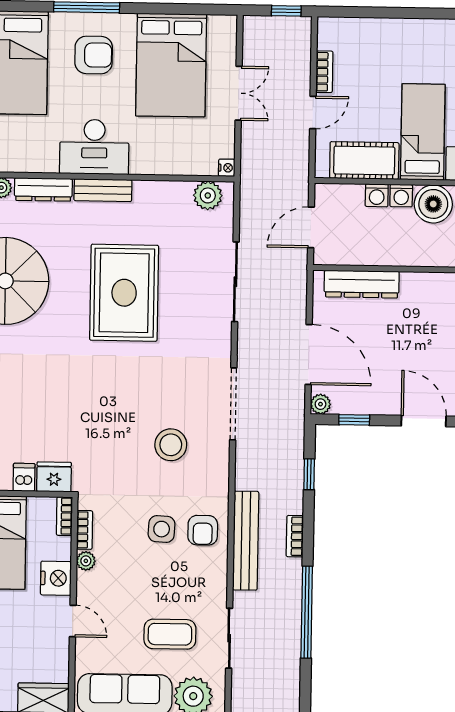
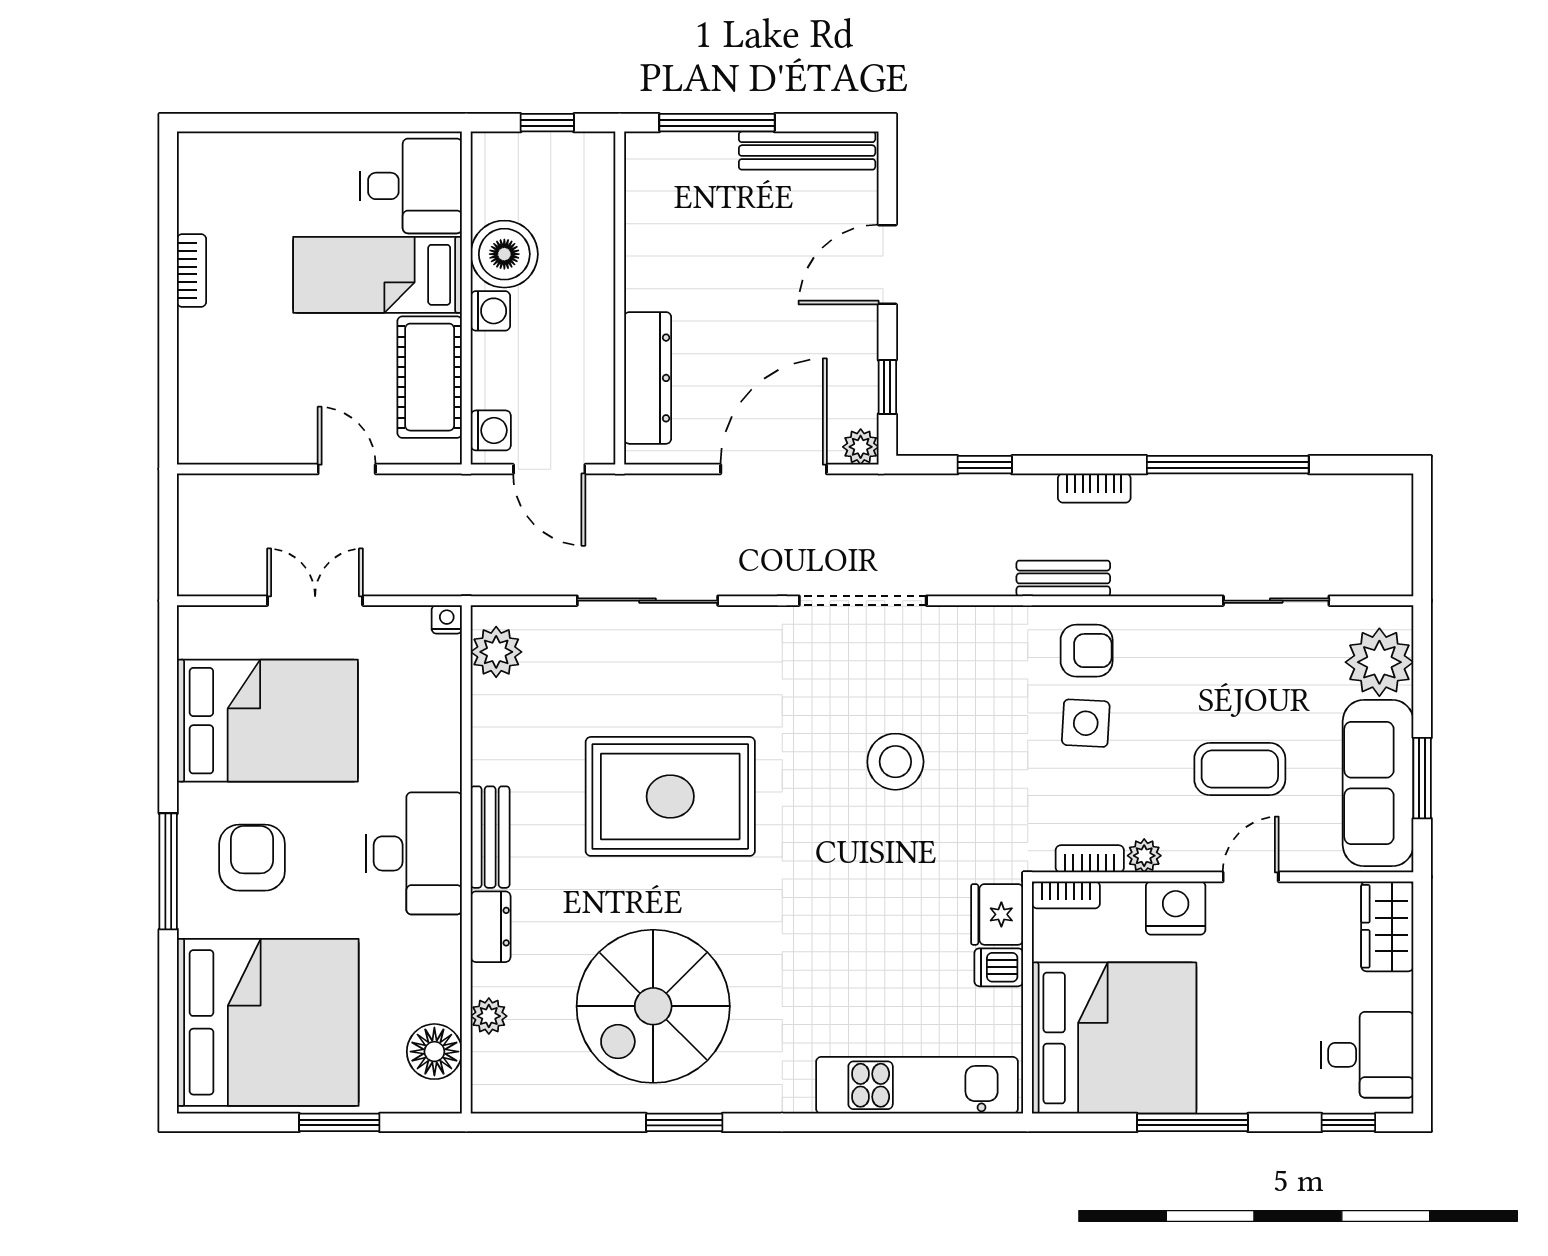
window: (286, 11) -> (168, 519), removed
bookcase: (324, 72) -> (192, 270), moved, turned 90
dresser: (43, 189) -> (491, 927), width x0.70
washing machine: (377, 195) -> (491, 430), moved
stool: (171, 445) -> (895, 762), moved
bench: (246, 541) -> (1063, 578), width x0.54, depth x0.82
coffee table: (170, 634) -> (1240, 769), moved, turned 90

